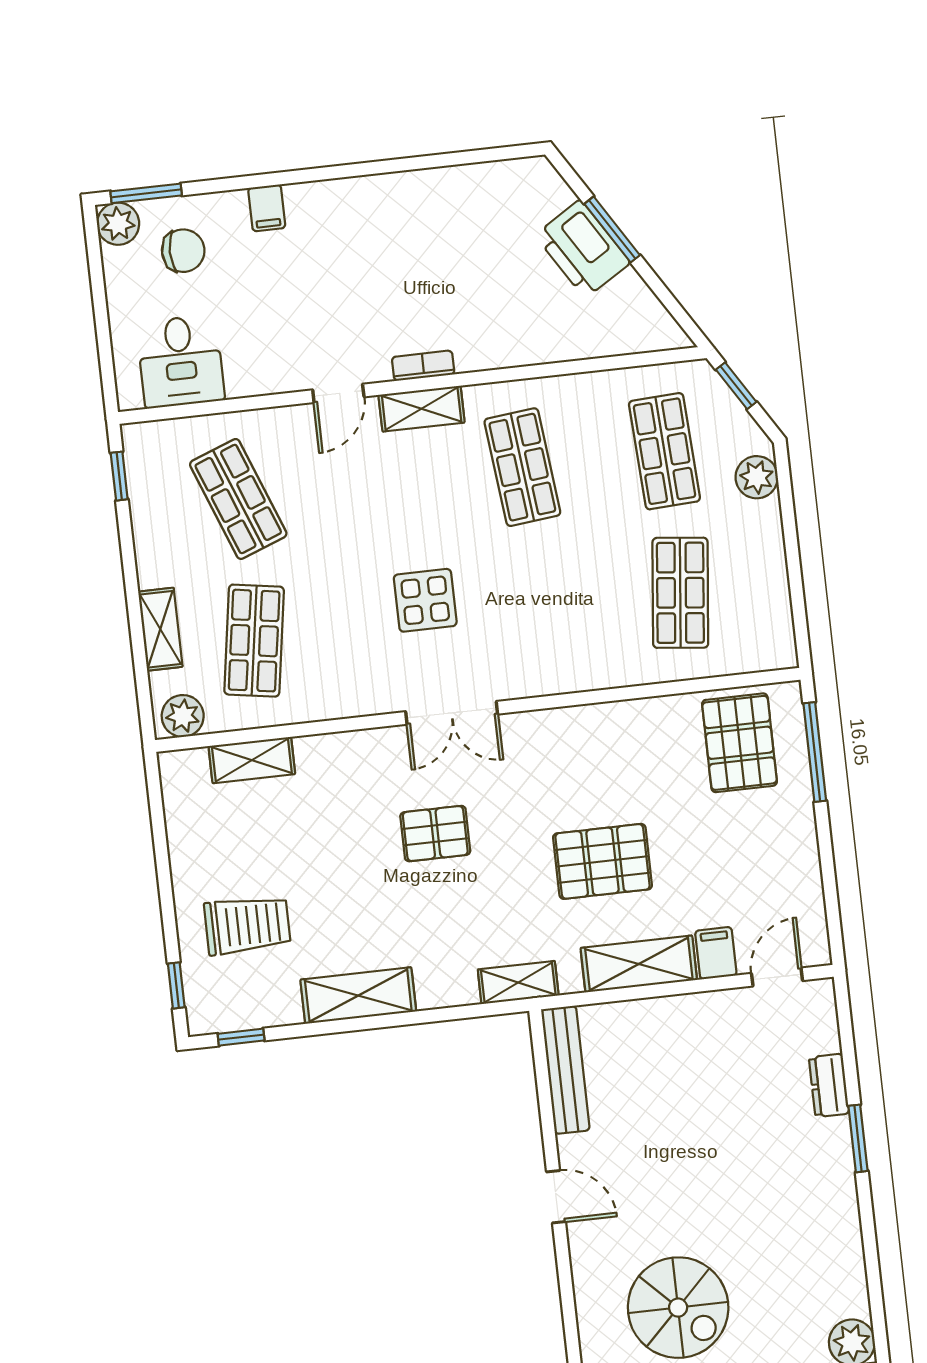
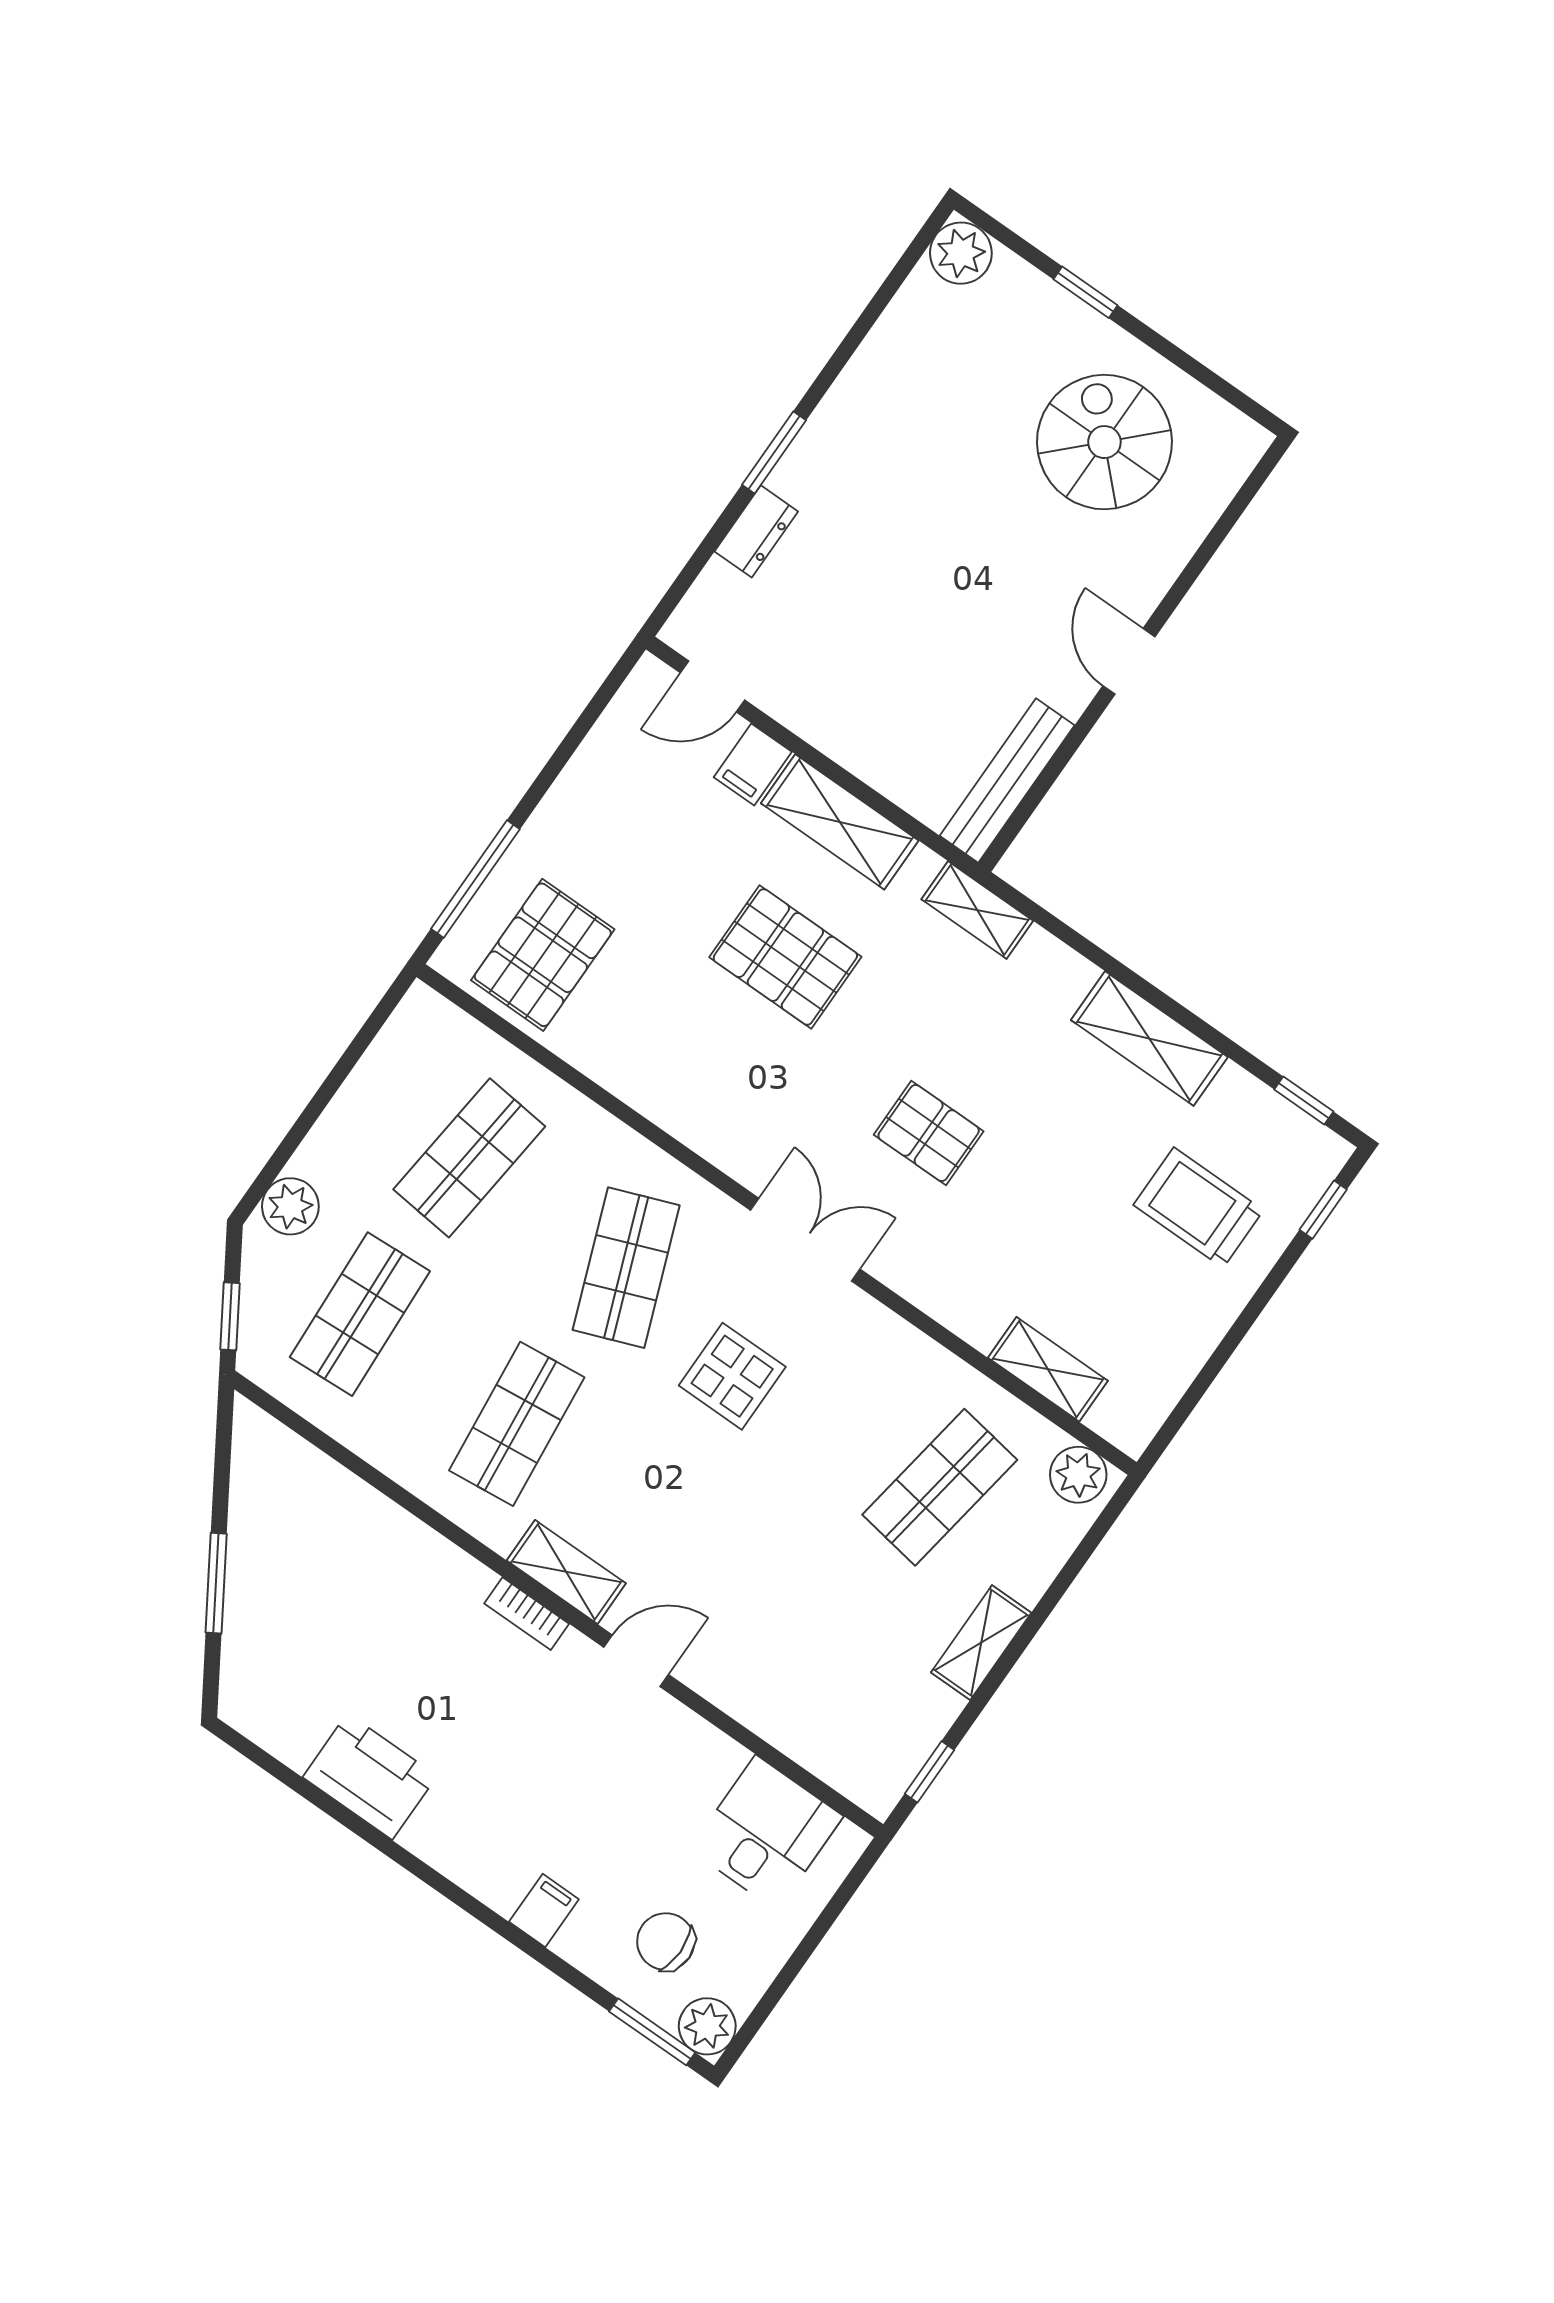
printer: (583, 249) -> (370, 1776), moved, turned -58
shop shelf: (238, 499) -> (626, 1268), moved
shelving: (160, 629) -> (981, 1643), moved

